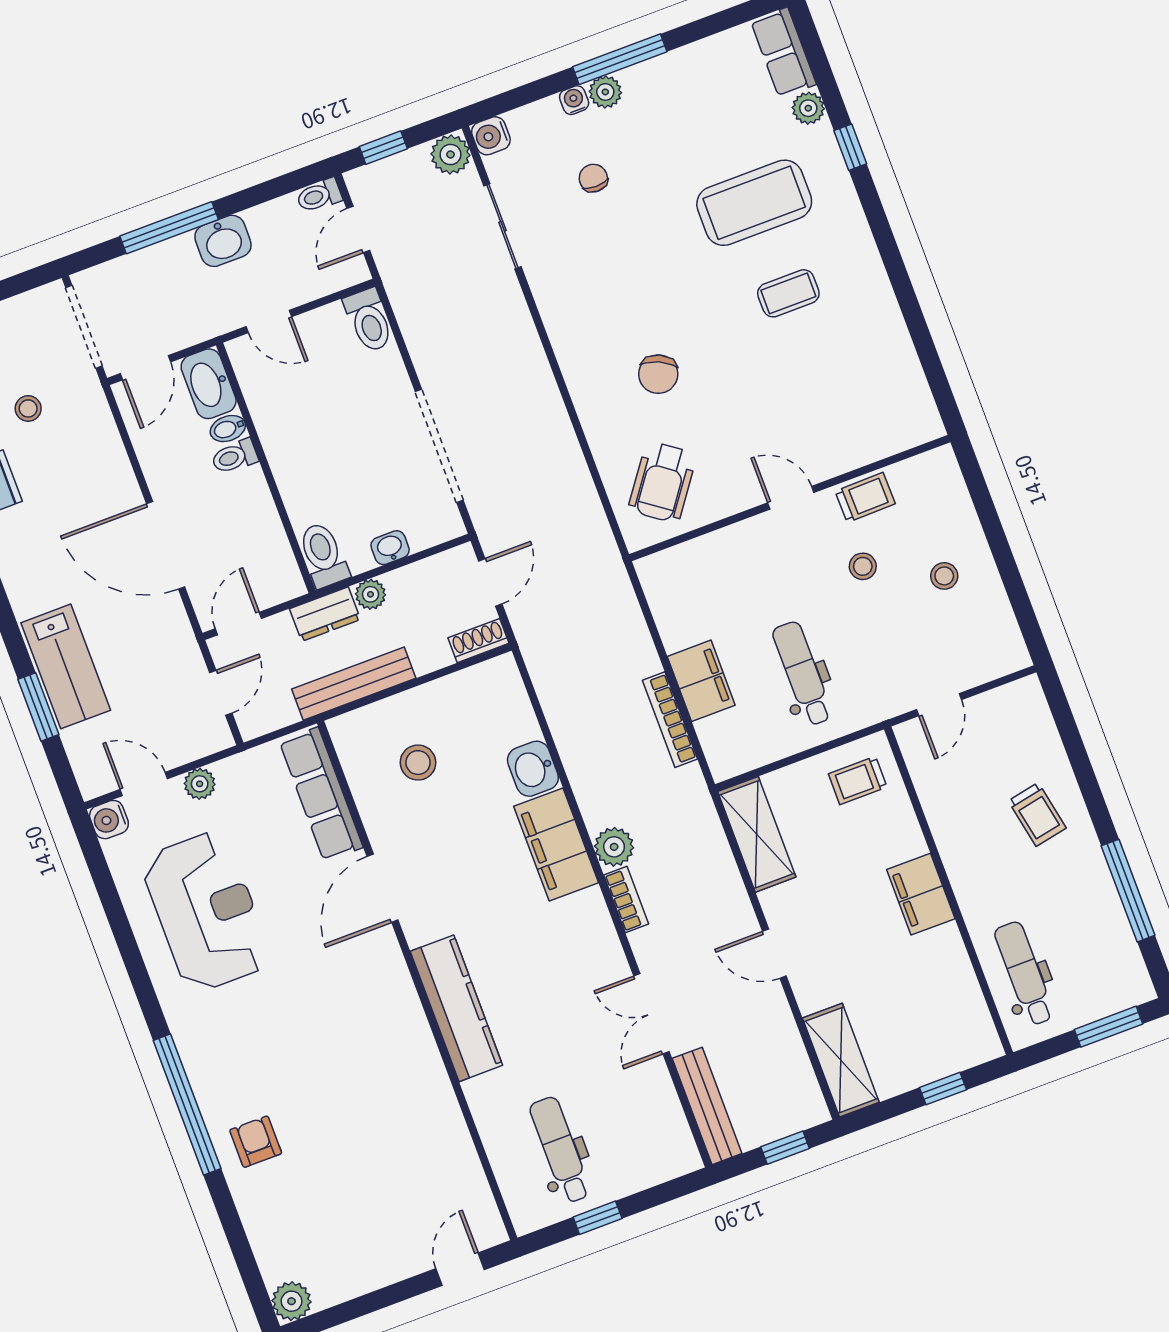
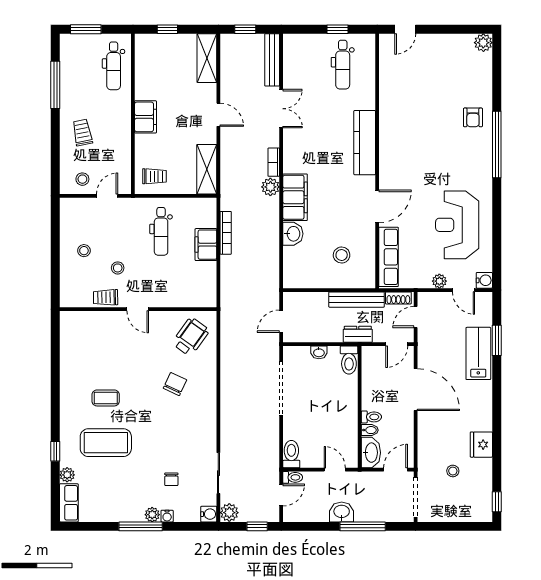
toilet: (319, 196) -> (293, 477), moved
plant: (371, 594) -> (335, 335), removed
shoe rack: (478, 641) -> (398, 298), moved
stool: (1002, 720) -> (82, 179), added

